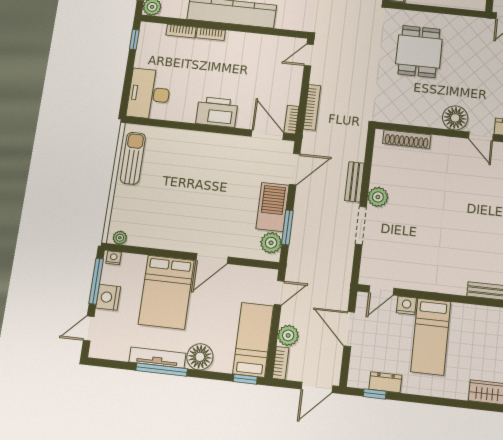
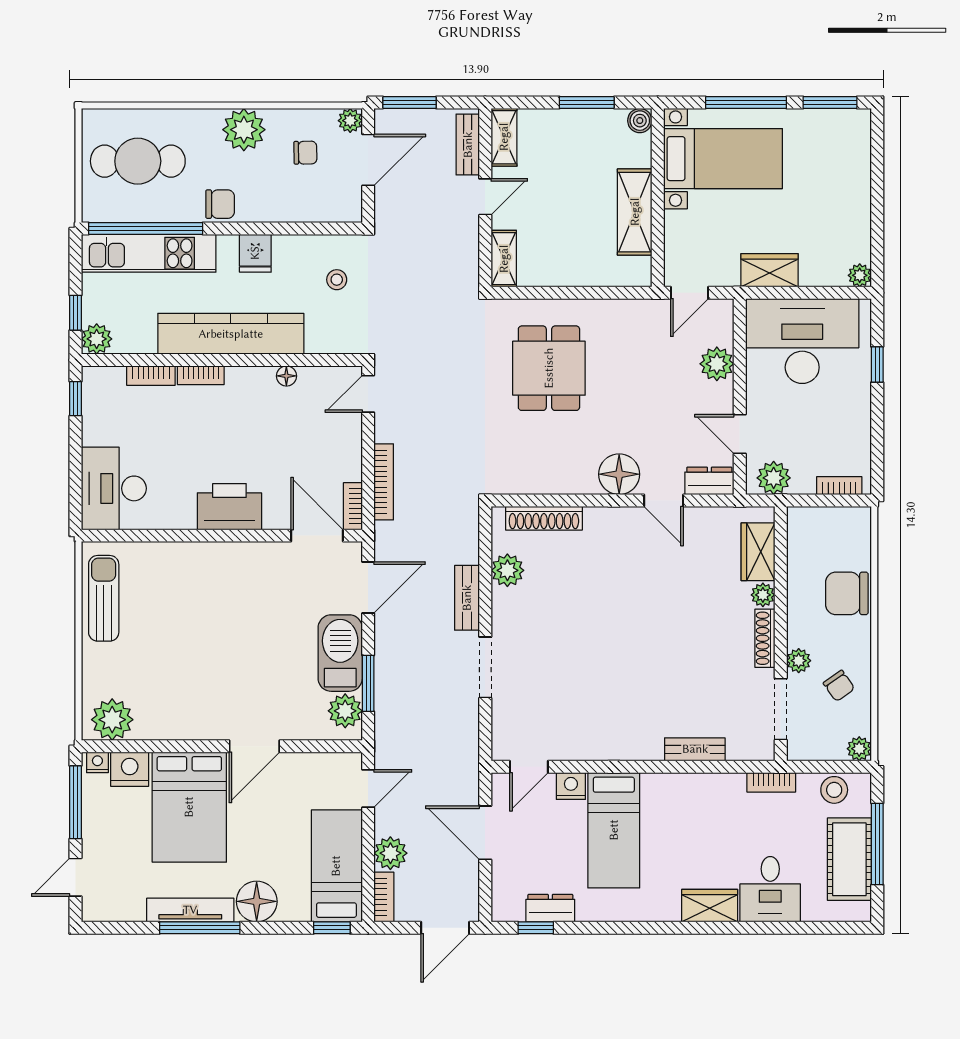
floor lamp: (261, 40) -> (286, 376), added
plant: (378, 197) -> (507, 570), moved
plant: (120, 238) -> (112, 720), width x1.87, depth x1.87
nightstand: (108, 297) -> (130, 769), moved, turned 90

